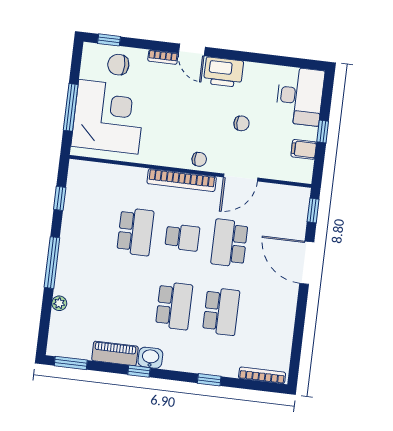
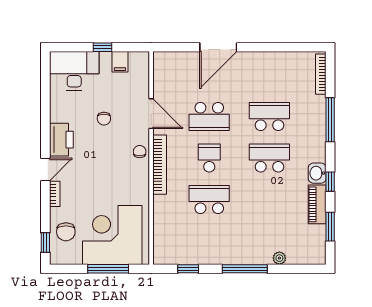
chair: (241, 123) -> (104, 119), turned 180
window: (313, 211) -> (172, 47), removed
window: (71, 363) -> (330, 227), moved
window: (209, 380) -> (330, 120), width x2.17

